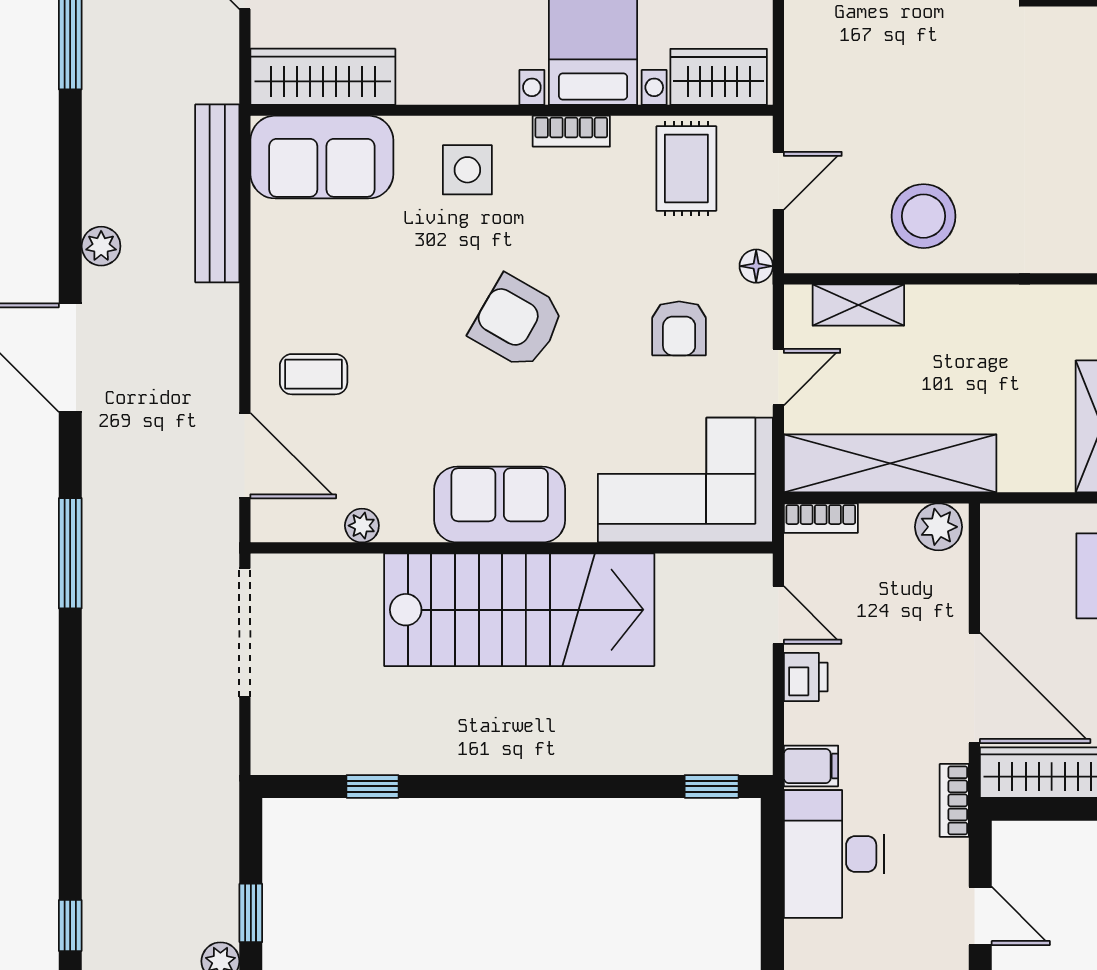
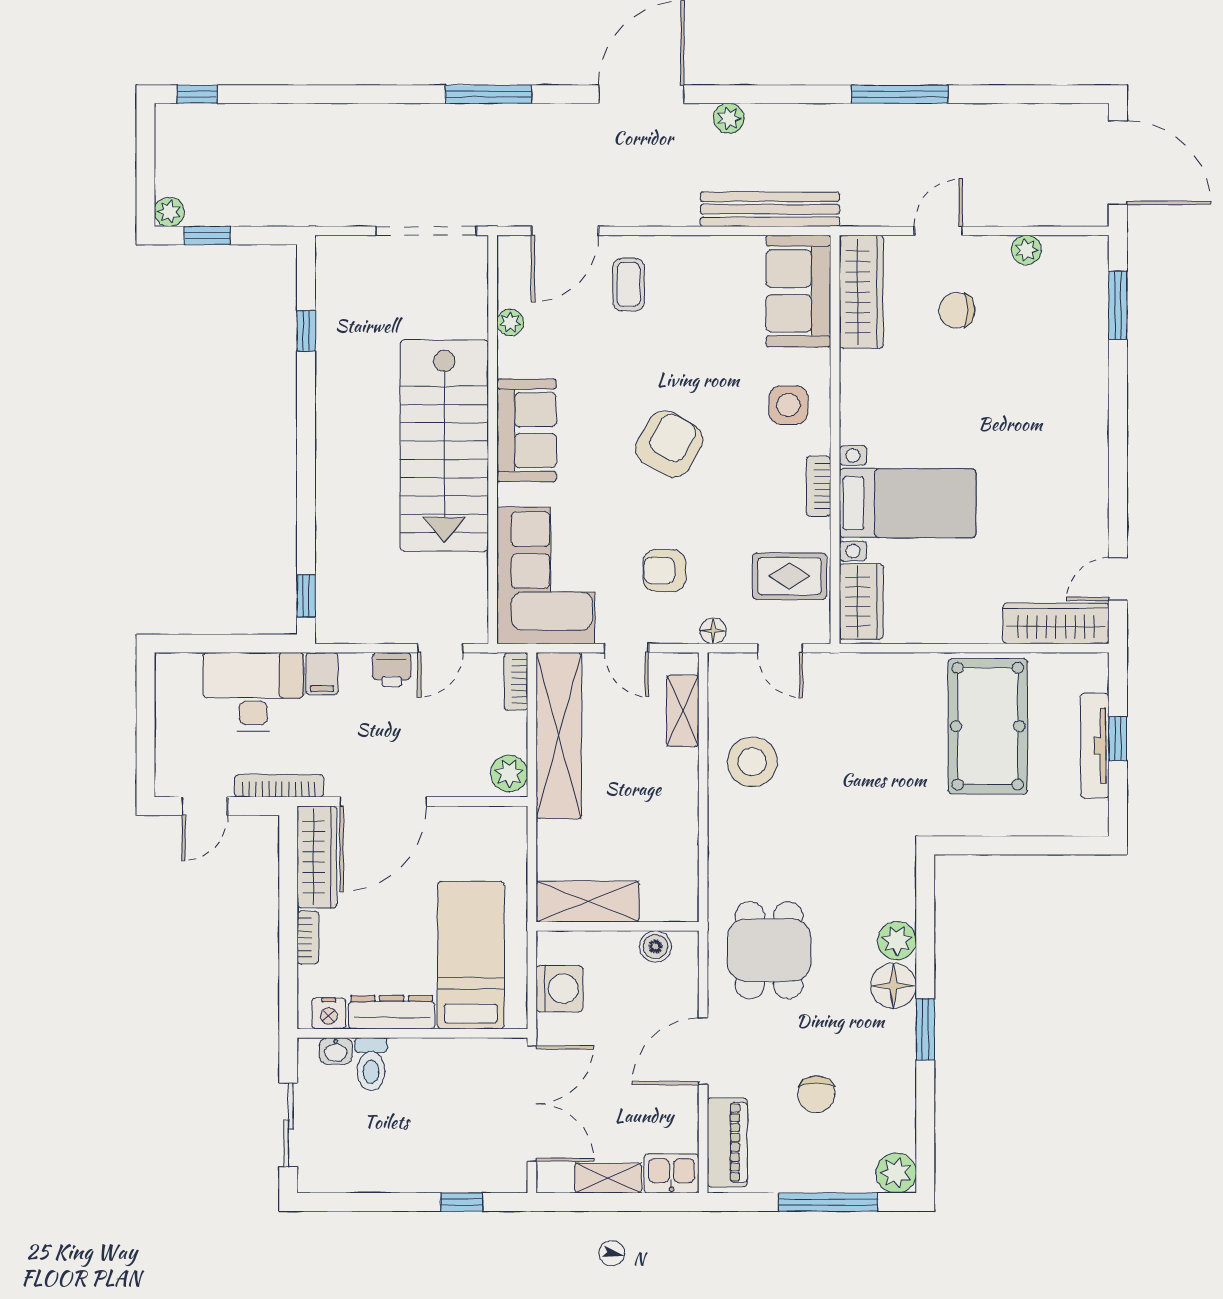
bookcase: (954, 800) -> (279, 786), width x1.56

